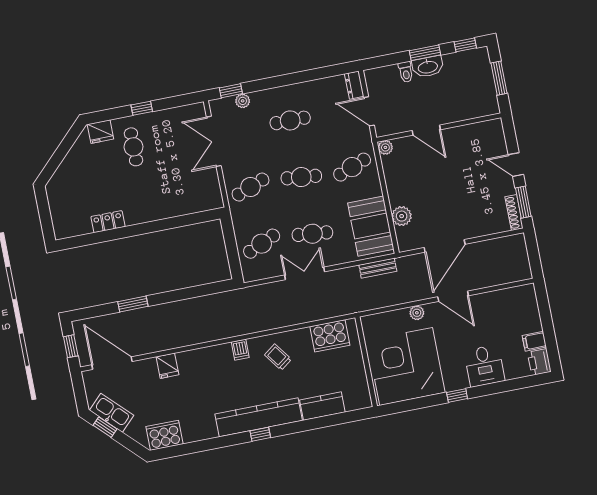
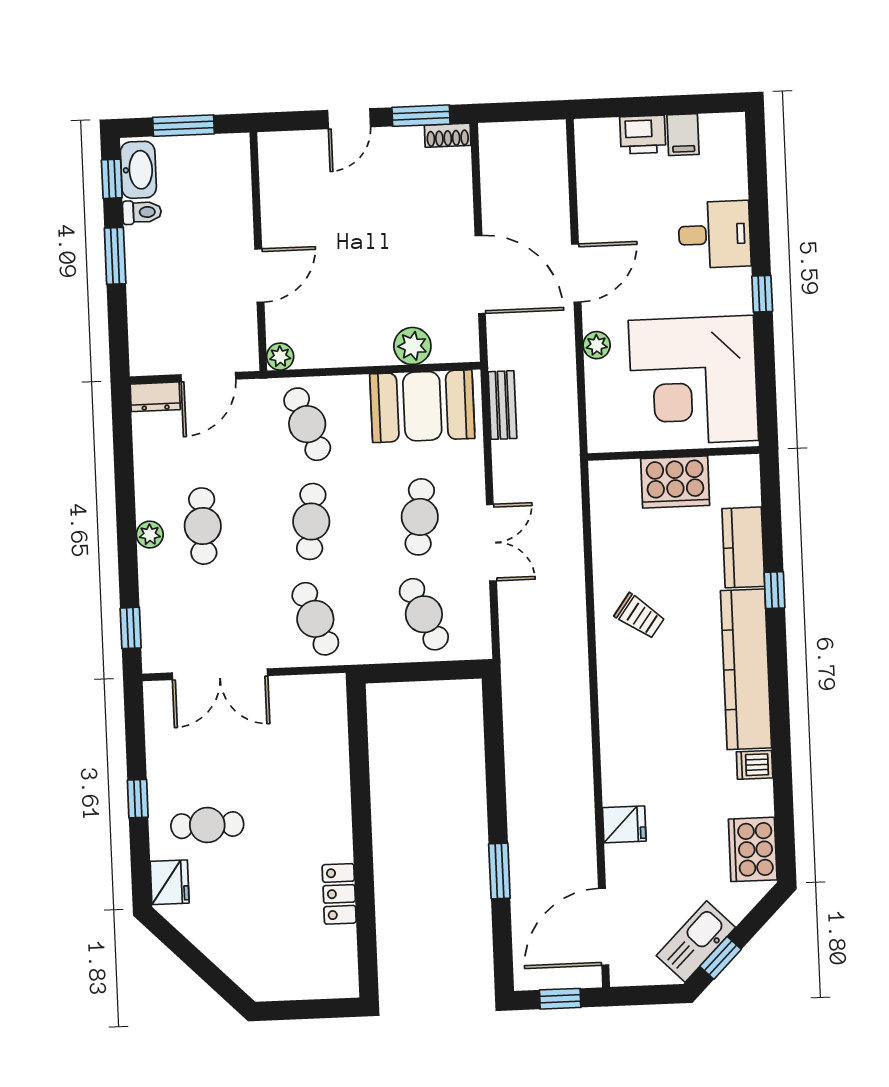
washbasin: (428, 67) -> (138, 170), moved
toilet: (406, 72) -> (142, 212), moved
plant: (243, 101) -> (150, 535), moved
shoe rack: (514, 213) -> (448, 135), width x0.70
double door: (305, 273) -> (491, 543), swing flipped
cooker: (330, 336) -> (675, 482), moved, turned 90
dishwasher: (240, 350) -> (755, 765), moved, turned 180
trolley: (278, 357) -> (640, 616), turned -108
printer: (539, 362) -> (643, 135), moved
window: (260, 434) -> (775, 590), moved

